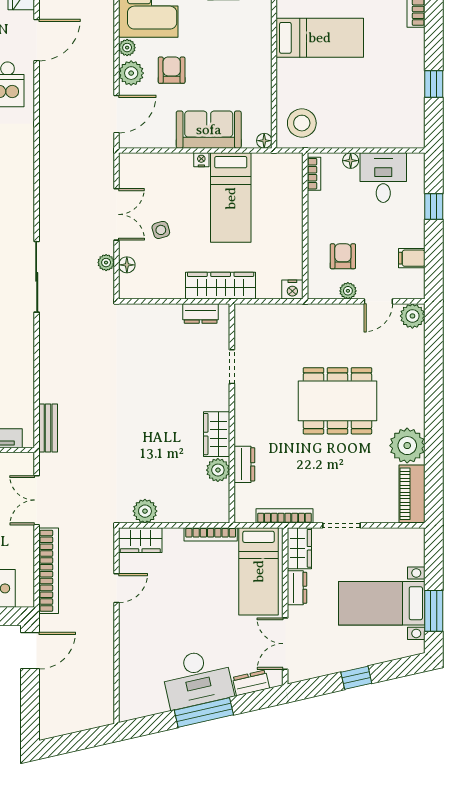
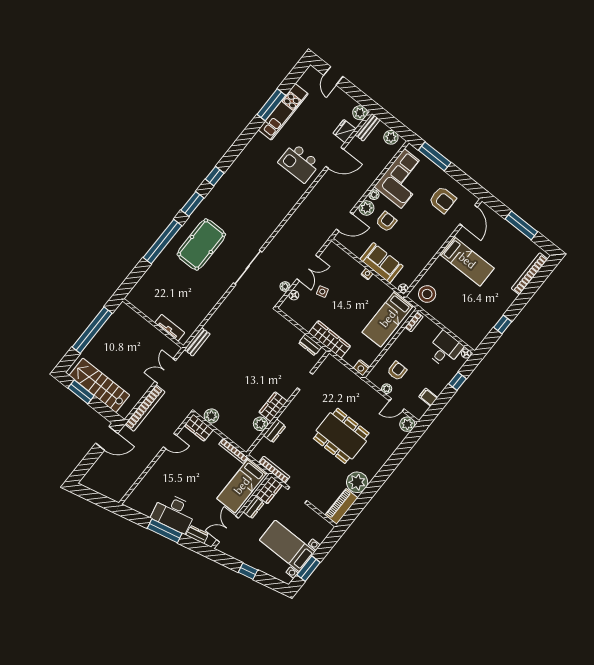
floor lamp: (351, 161) -> (466, 353), moved
bed: (231, 198) -> (388, 319), moved

